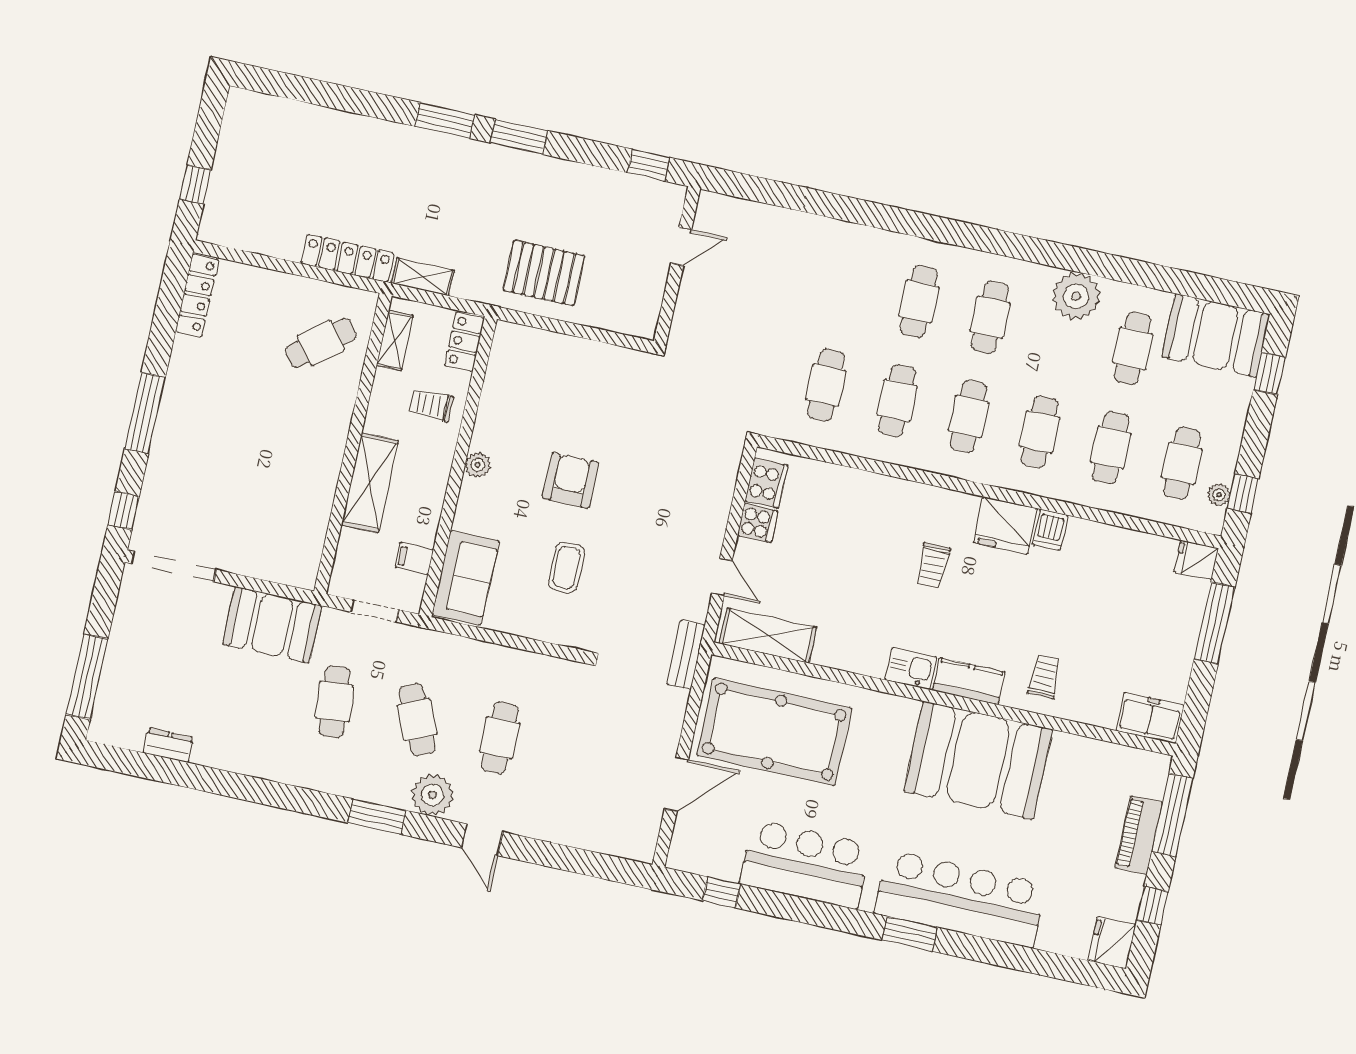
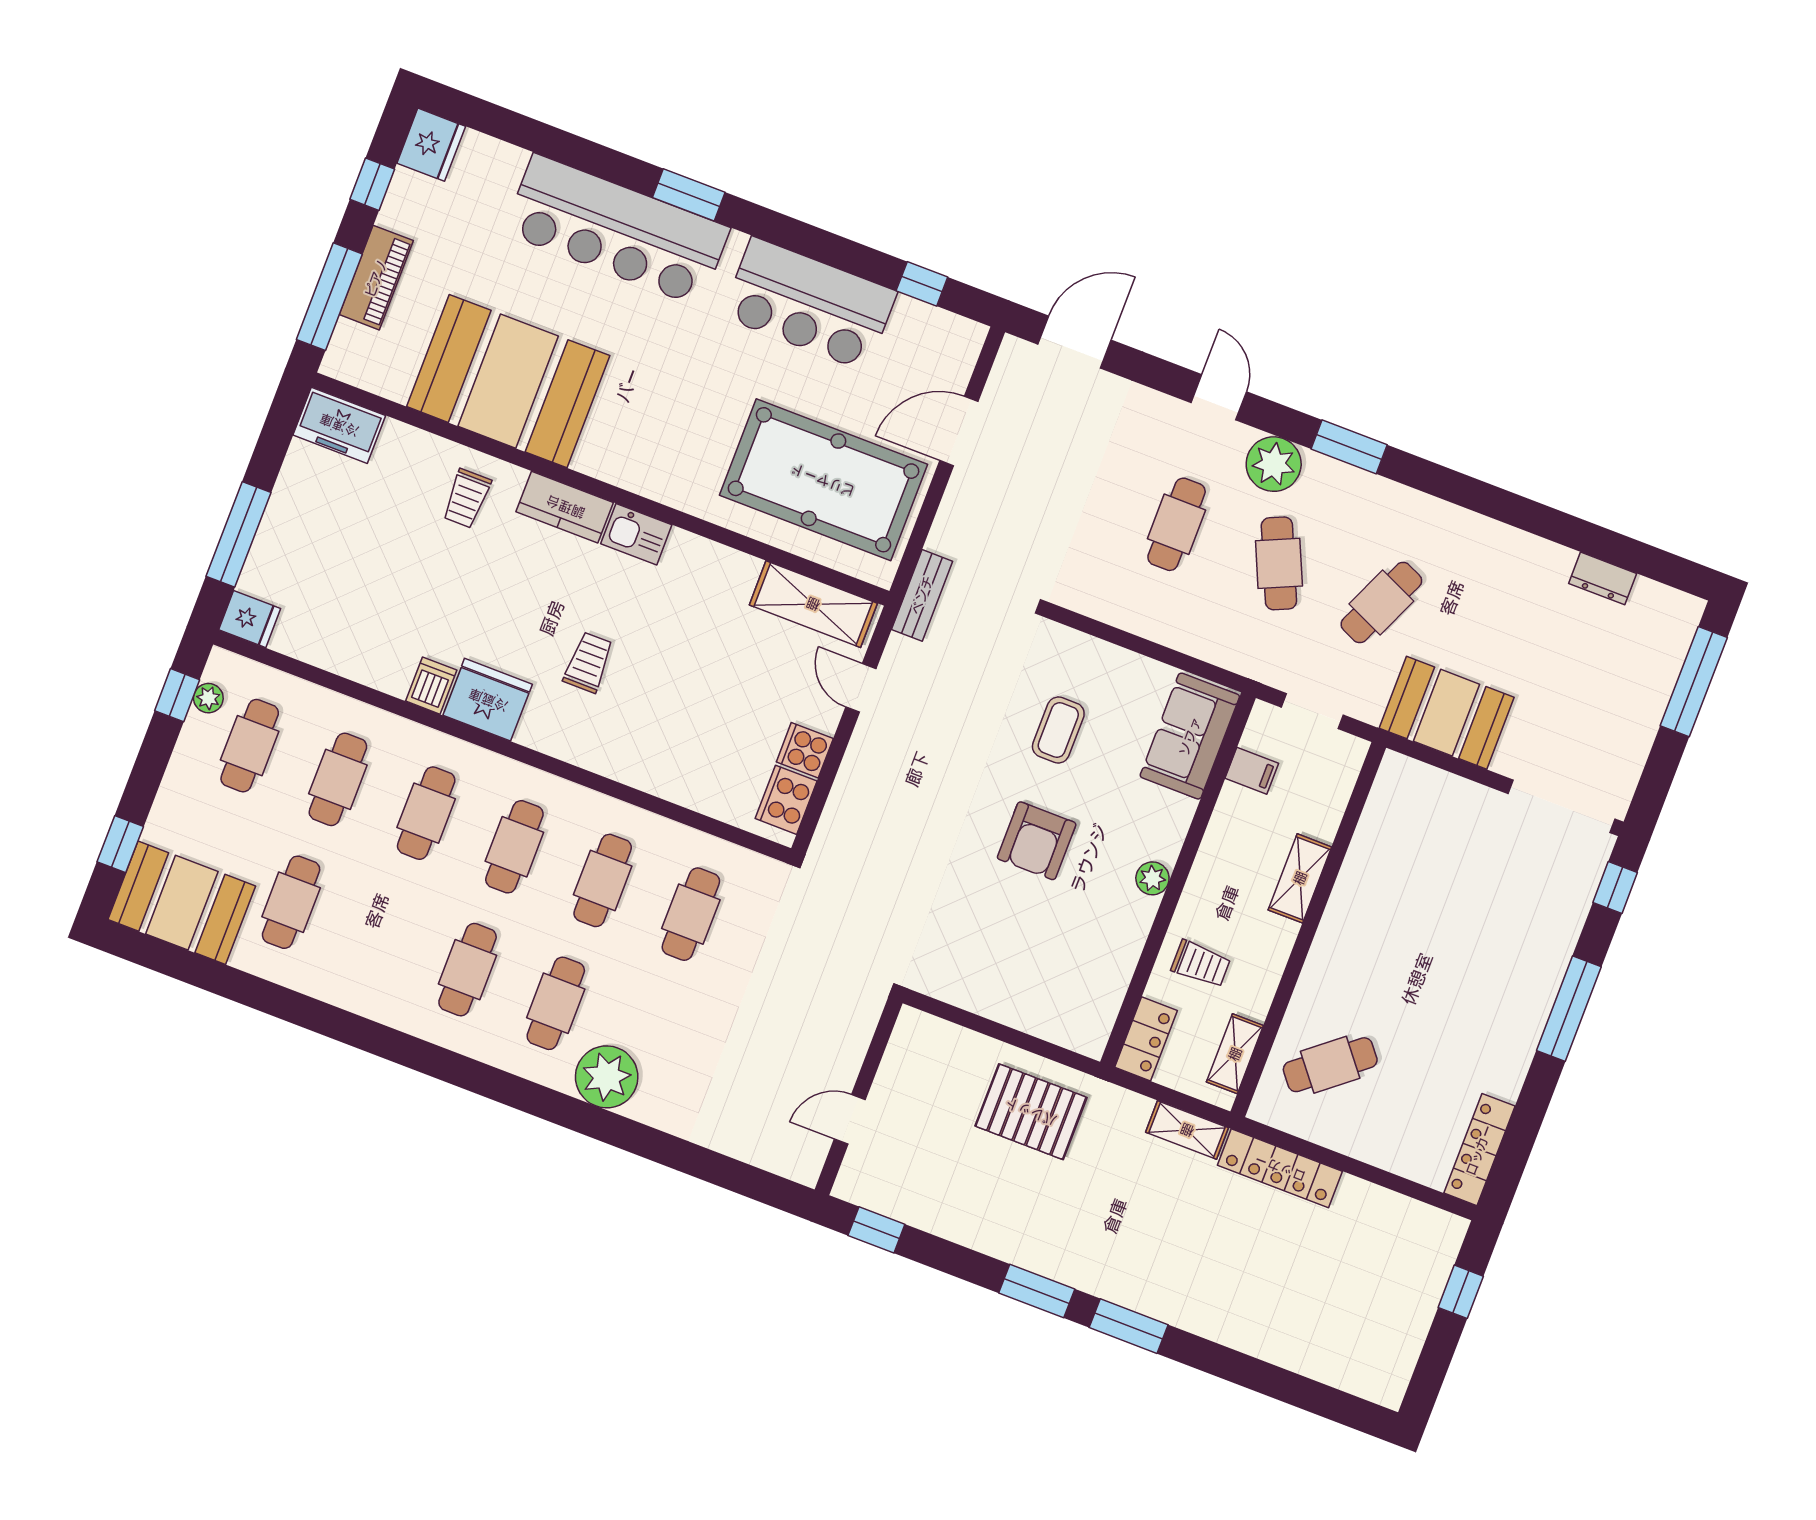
plant: (1076, 296) -> (607, 1077), moved
shelving: (370, 483) -> (1300, 878), width x0.67, depth x0.75
cafe table: (334, 702) -> (1381, 603), turned 30
booth: (978, 760) -> (508, 381), moved
door: (598, 865) -> (1075, 342), added

